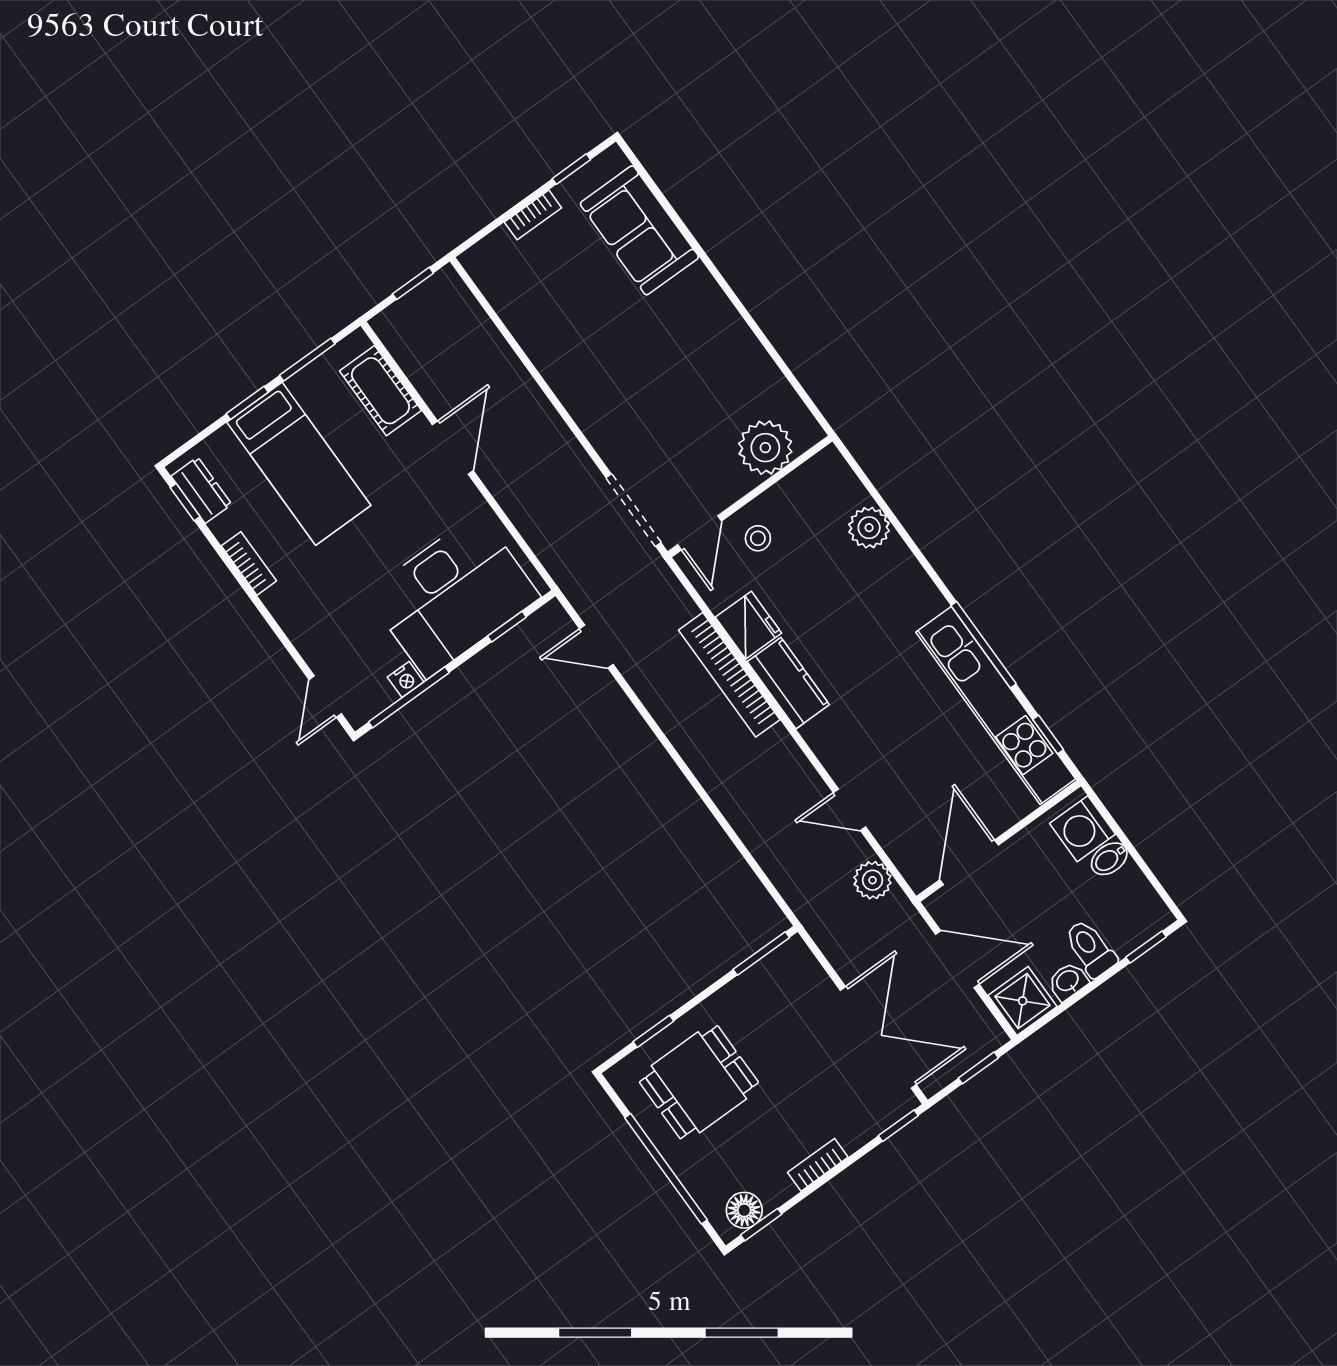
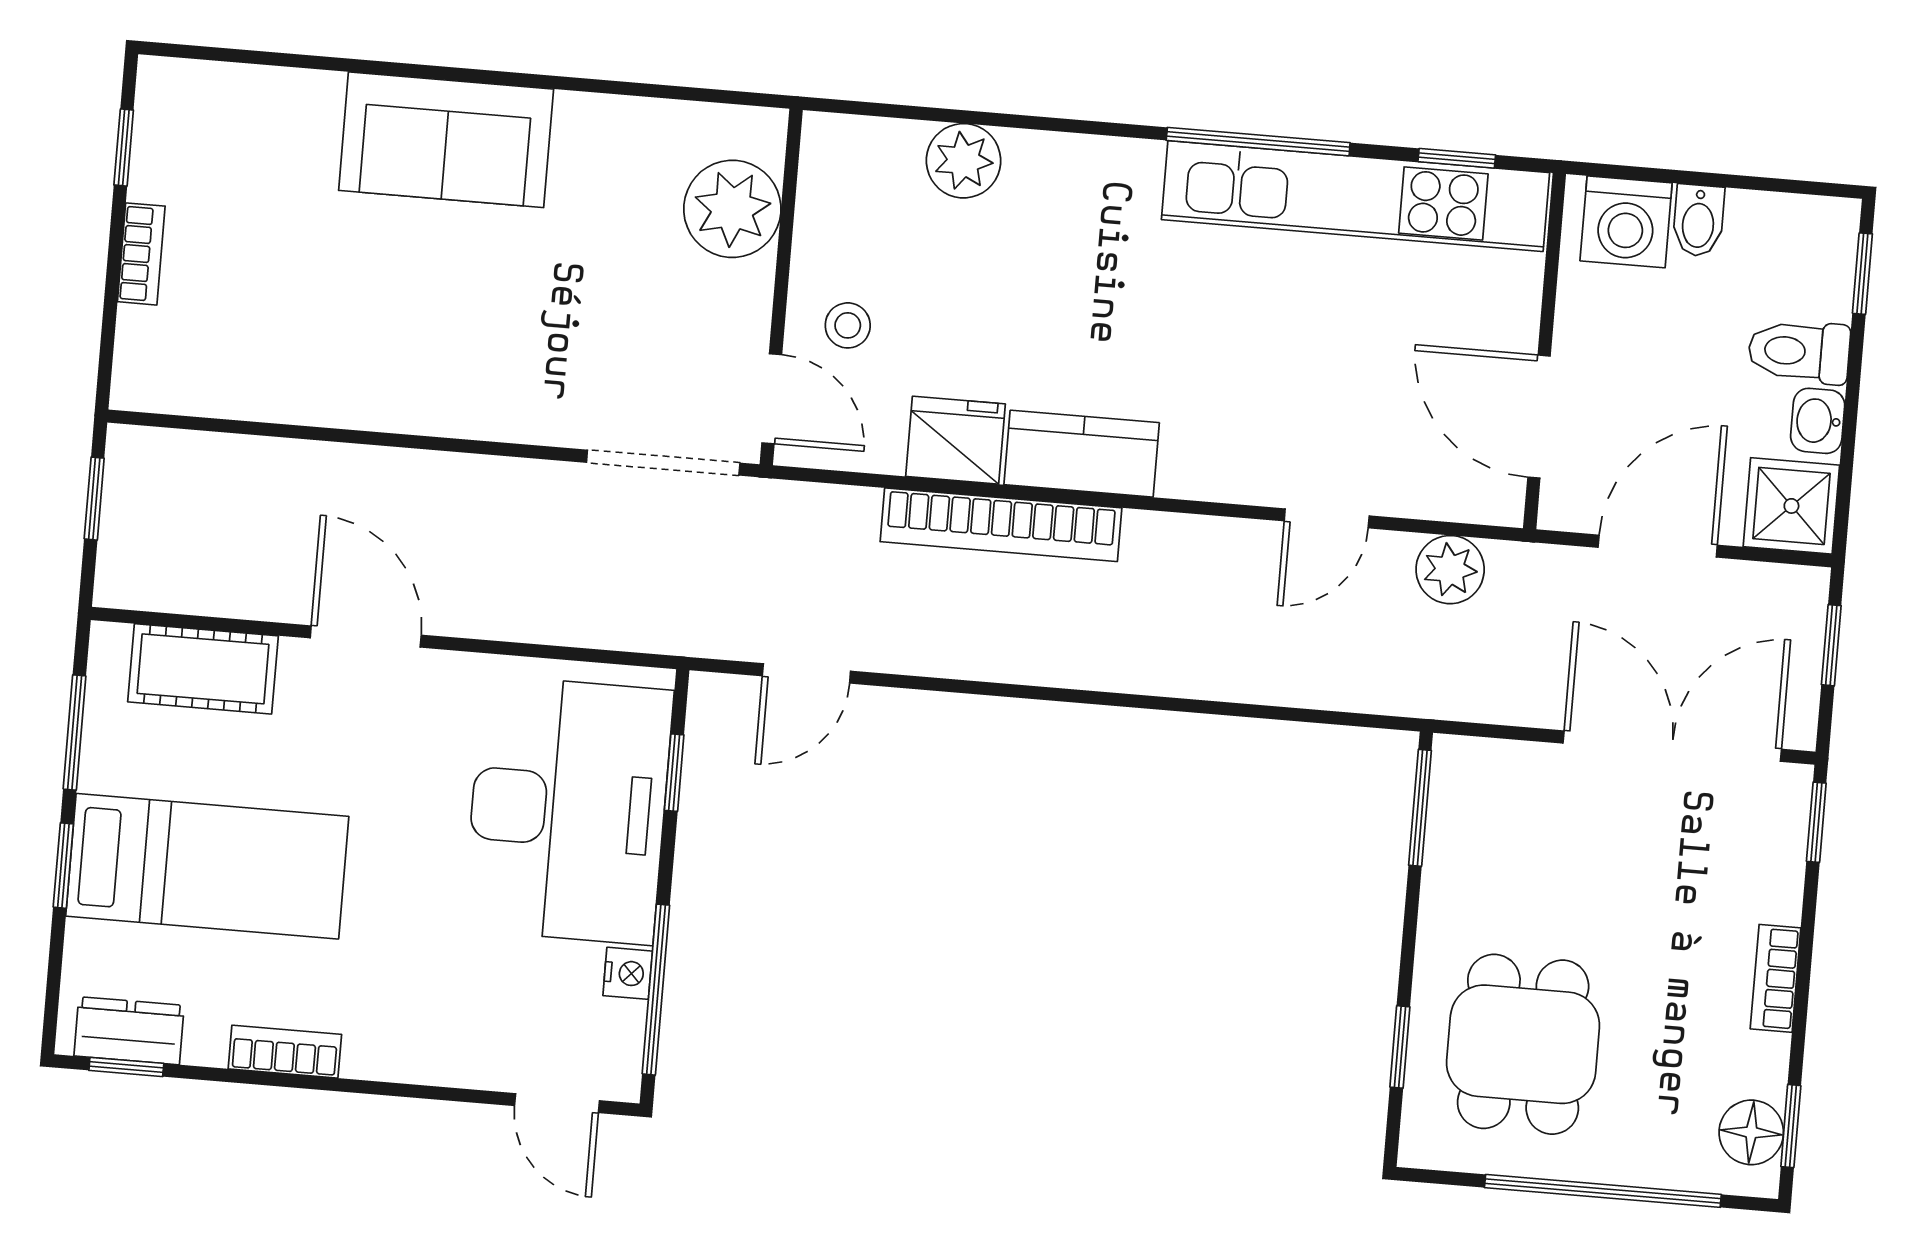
sofa: (639, 230) -> (446, 140), moved

